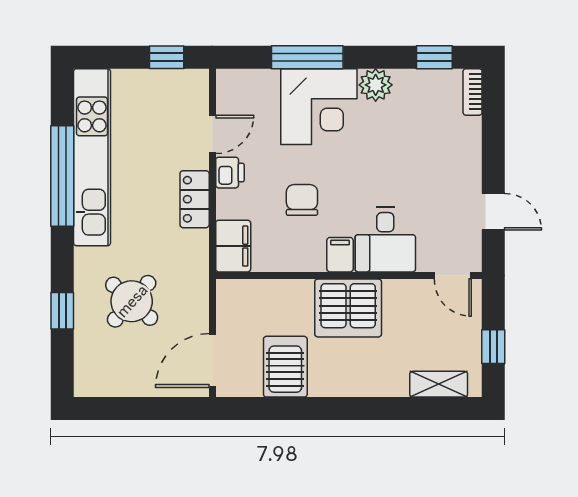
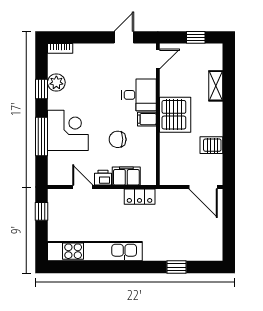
window: (434, 57) -> (42, 89), moved
plant: (376, 85) -> (56, 82), moved
window: (62, 176) -> (105, 267), removed
locker: (195, 199) -> (140, 197), moved
filing cabinet: (233, 246) -> (126, 176), moved
round table: (132, 301) -> (172, 230), removed
server rack: (285, 367) -> (211, 145), width x0.73, depth x0.70
shelving: (439, 384) -> (216, 86), moved

